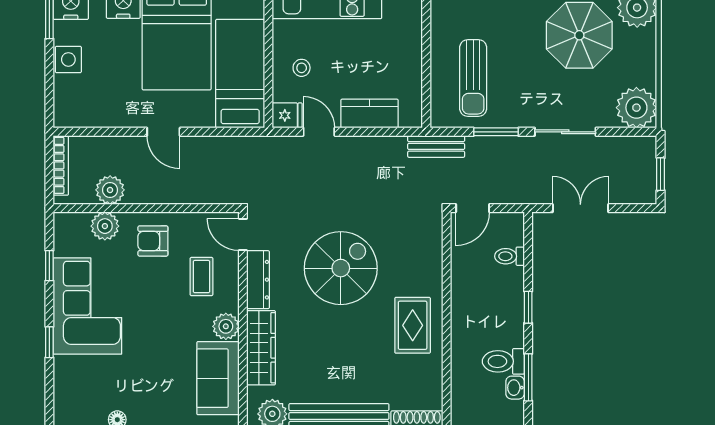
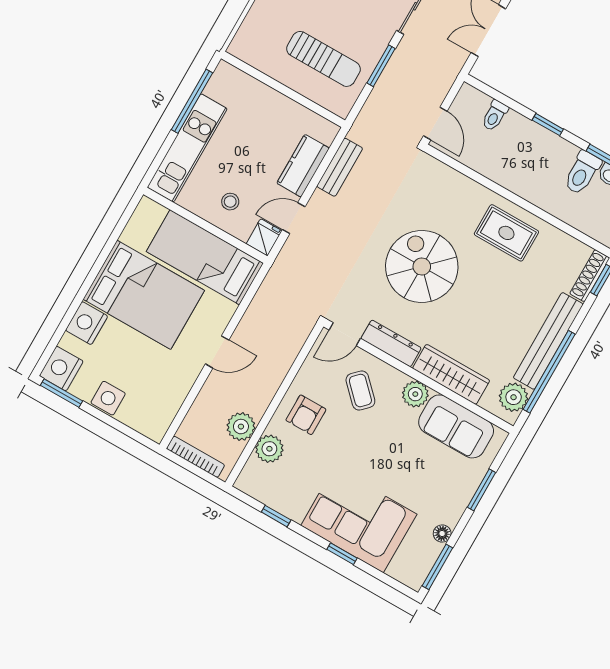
bench: (436, 146) -> (340, 167), moved
coffee table: (201, 277) -> (360, 391), turned 45
corner sofa: (87, 306) -> (359, 520), moved

